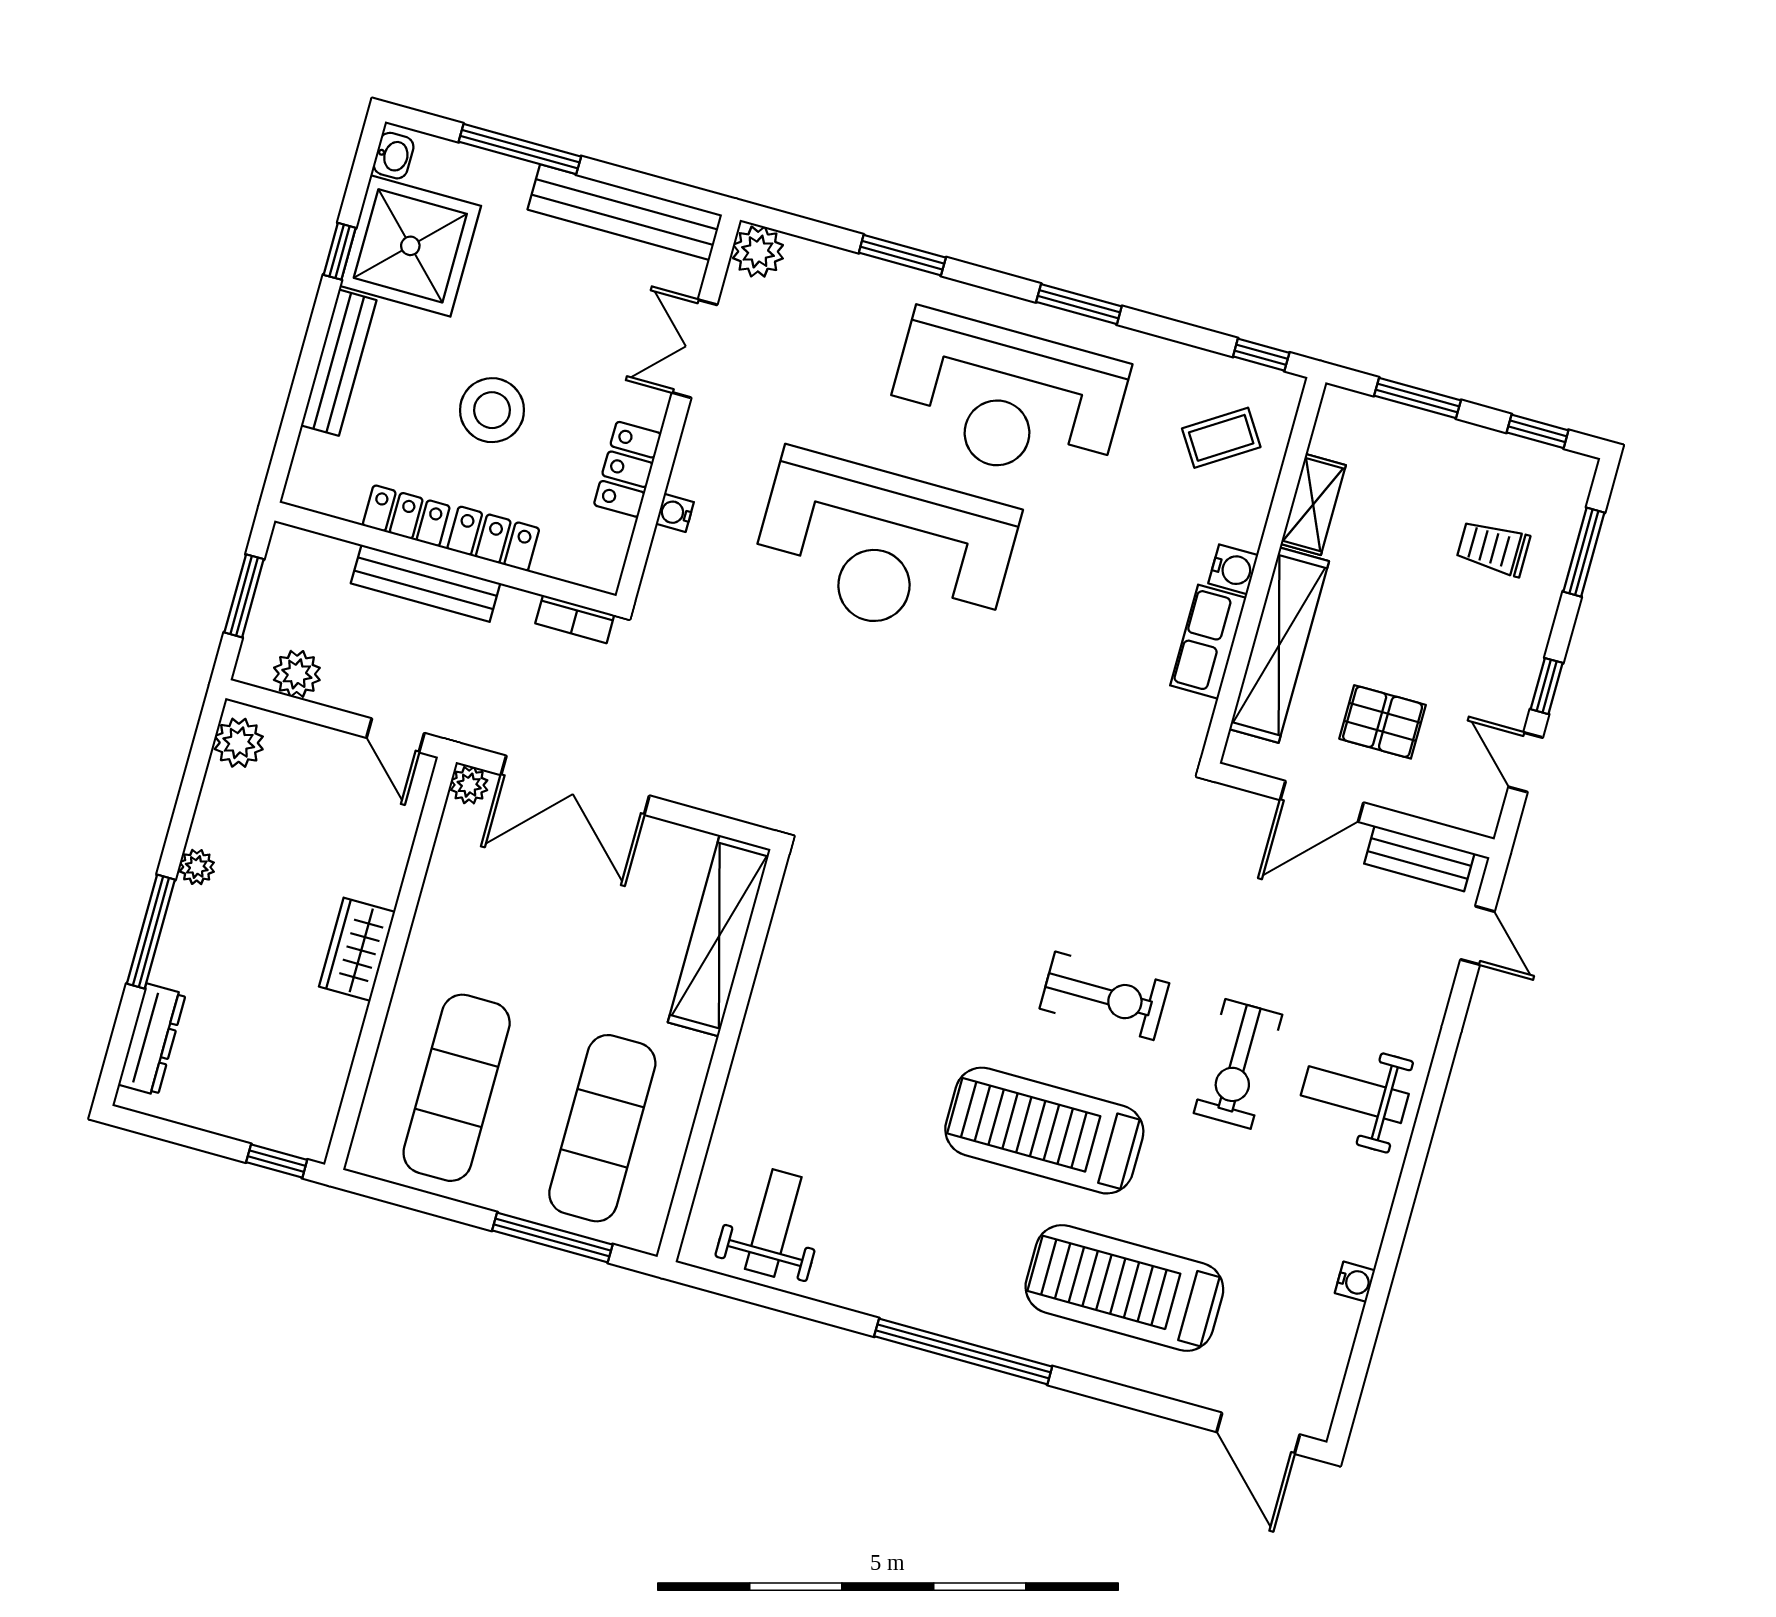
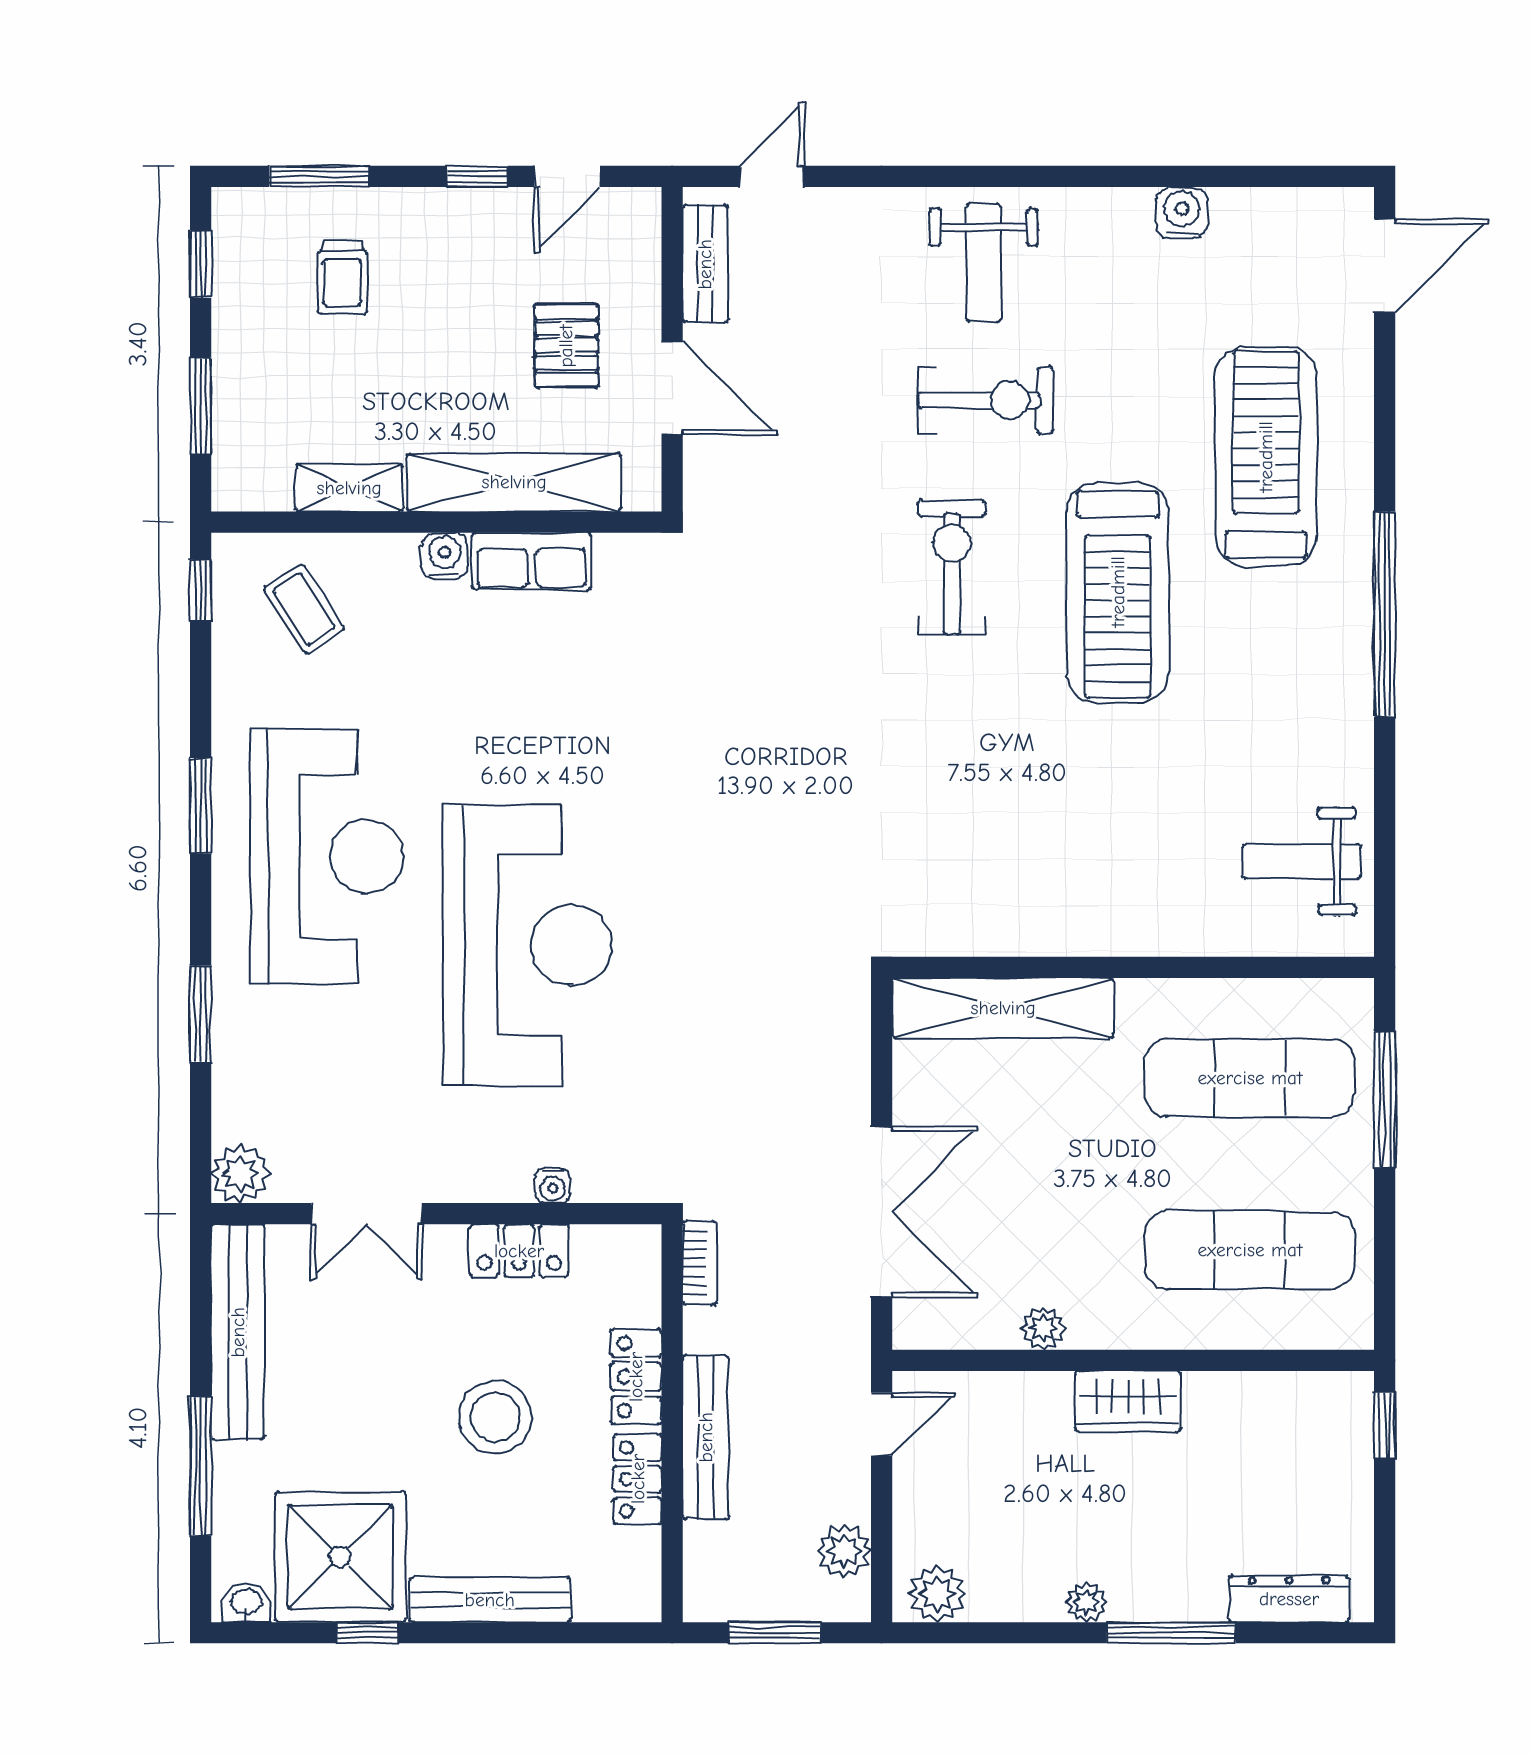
plant: (469, 785) -> (1043, 1328), moved
water cooler: (1355, 1282) -> (1182, 213), width x1.38, depth x1.38
treadmill: (1124, 1288) -> (1266, 457), turned 180

